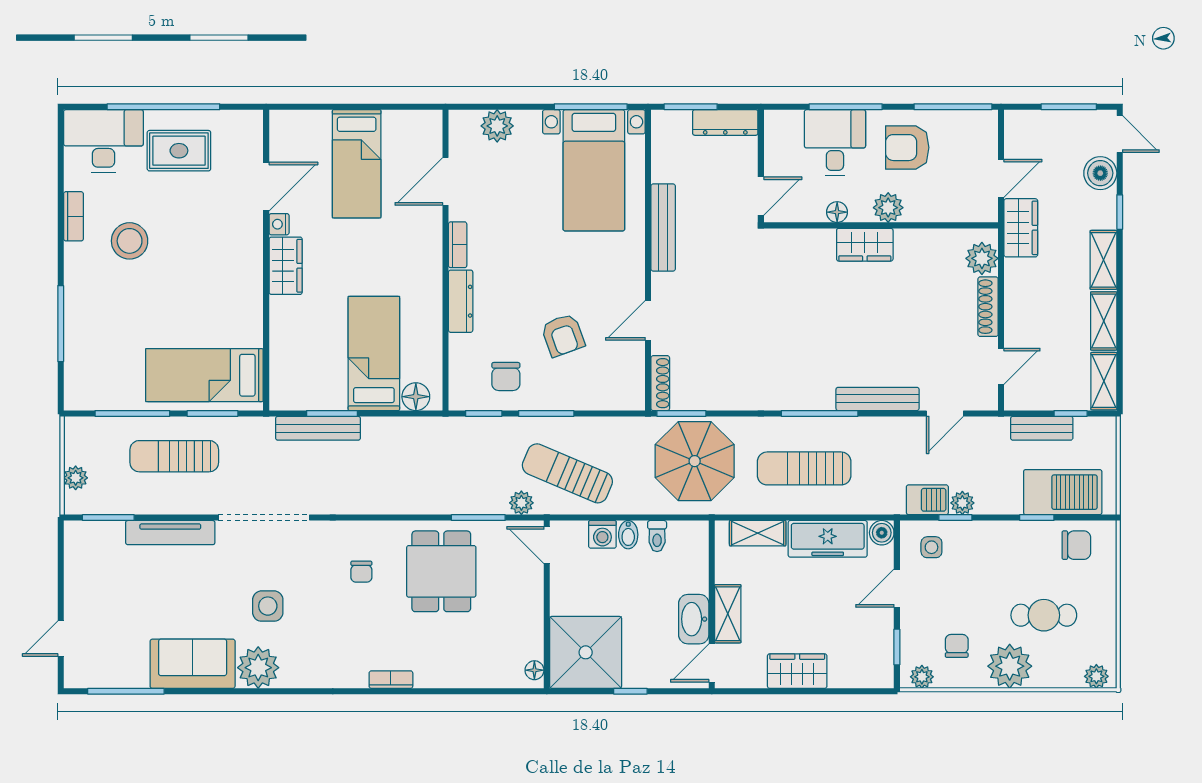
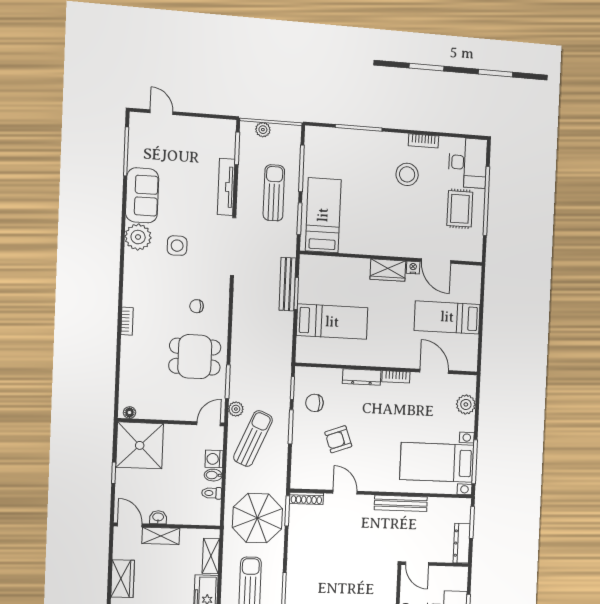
floor lamp: (416, 397) -> (304, 346), removed
washbasin: (694, 619) -> (158, 517), width x0.52, depth x0.69

